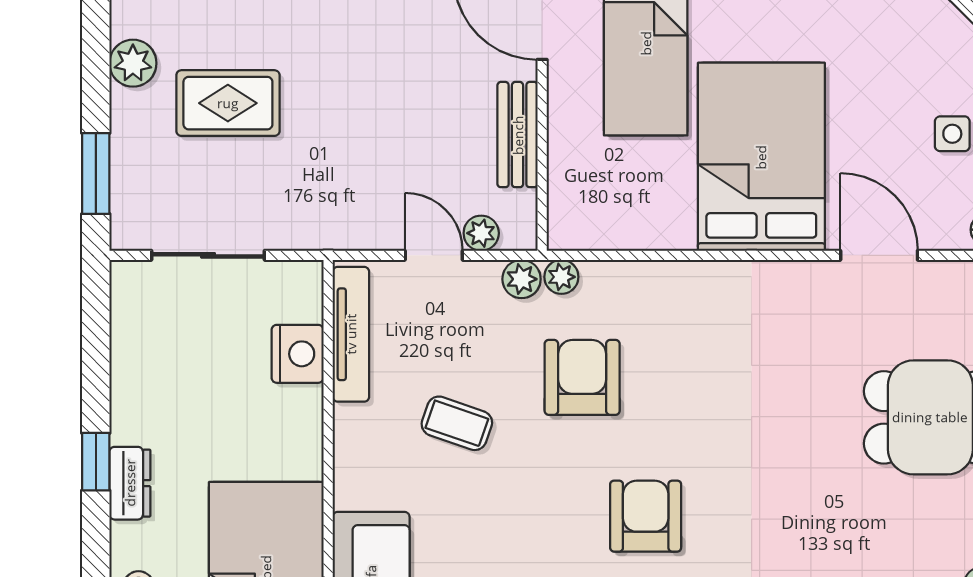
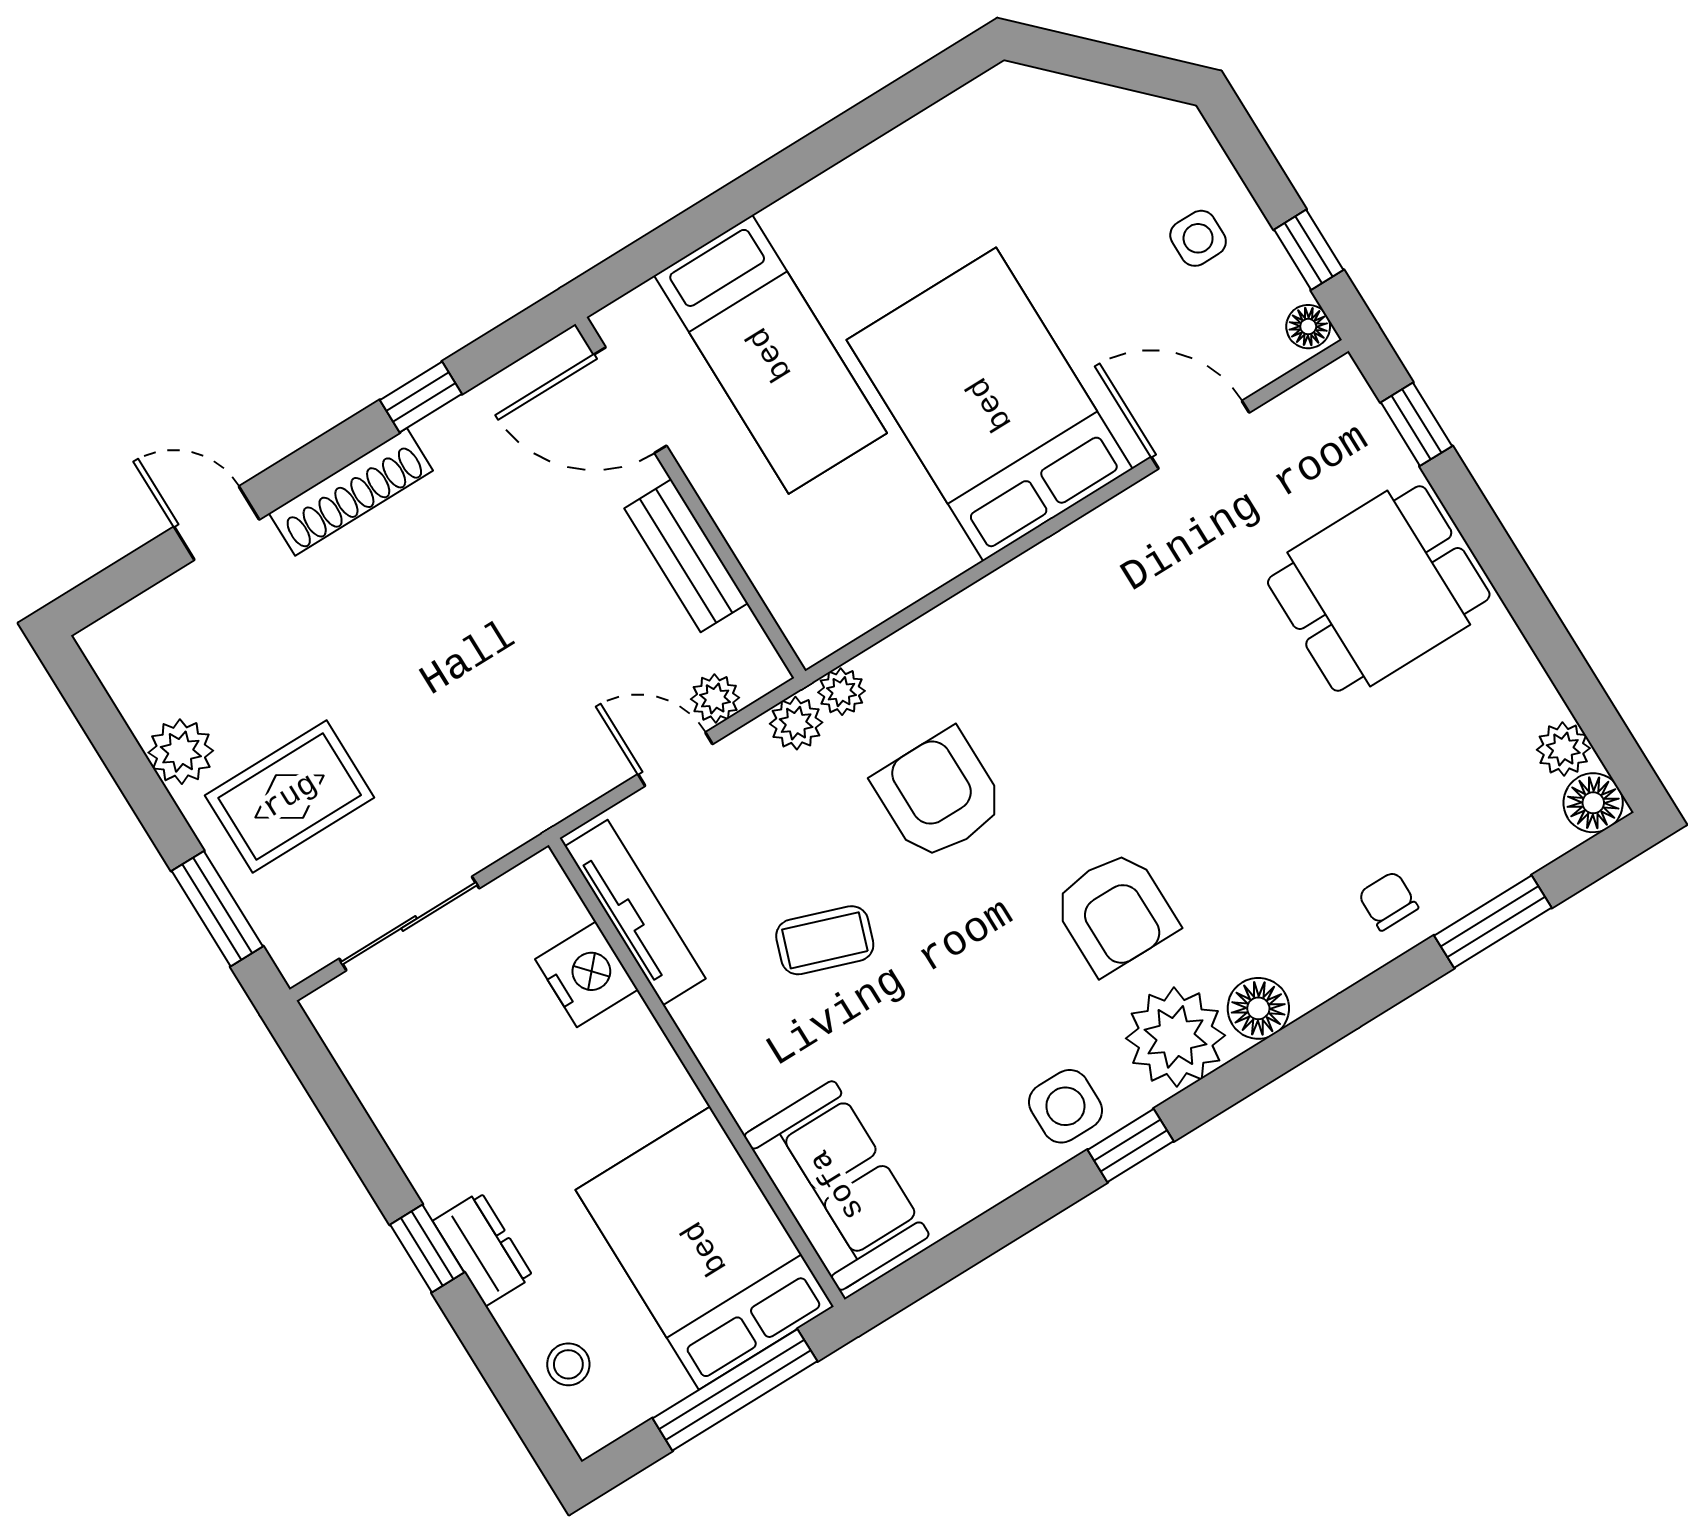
rug: (228, 103) -> (290, 796), moved
armchair: (646, 516) -> (1115, 912), turned 180

